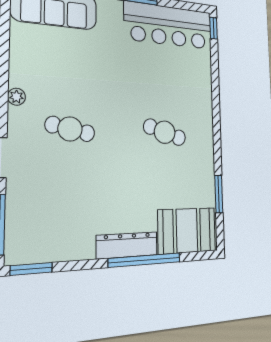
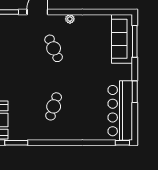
cafe table: (70, 129) -> (54, 48), turned -36

